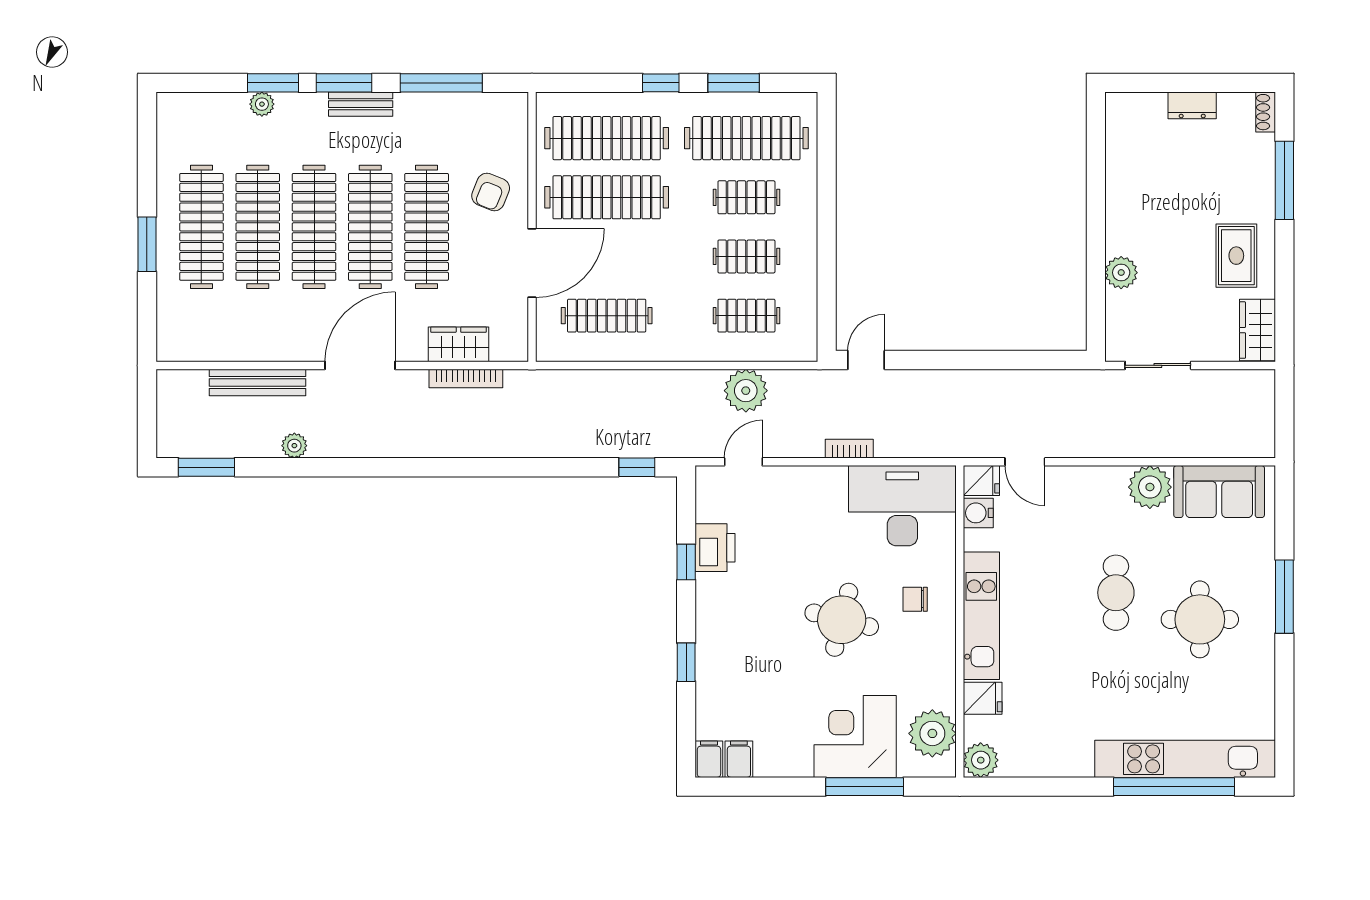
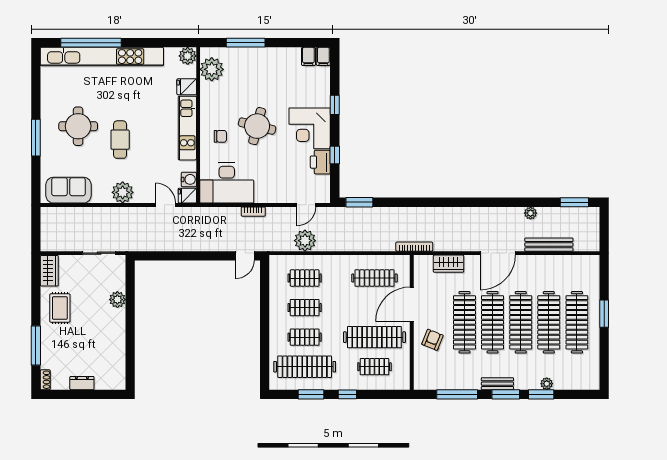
clothes rail: (607, 138) -> (374, 367), width x0.54, depth x0.76
bookcase: (466, 378) -> (414, 247), moved
window: (637, 467) -> (359, 202), width x1.50
plant: (1150, 487) -> (123, 192), moved
corner desk: (855, 737) -> (310, 128), moved, turned 90
kitchen unit: (1185, 759) -> (102, 57), width x1.36

